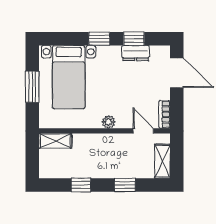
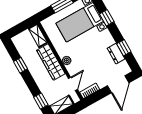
window: (99, 39) -> (107, 18), moved
wardrobe: (99, 143) -> (51, 62), added
window: (125, 185) -> (41, 101), moved

